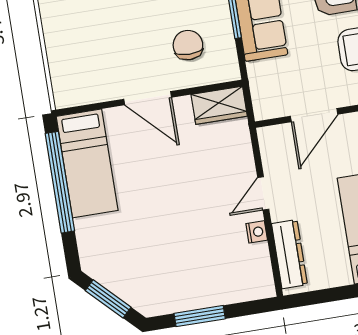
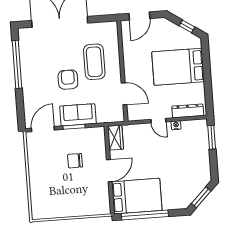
chair: (188, 45) -> (75, 161), moved
bed: (87, 163) -> (137, 196), width x1.50
window: (200, 316) -> (212, 137), moved

